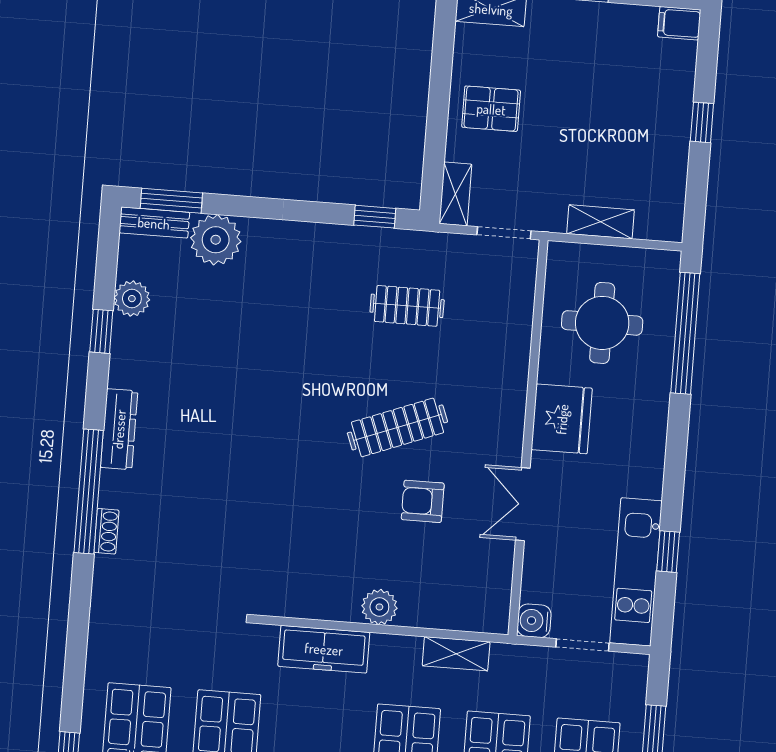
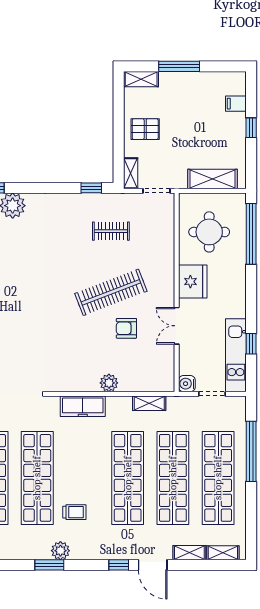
filing cabinet: (679, 23) -> (236, 104), moved
shelving: (601, 222) -> (213, 179), width x1.50, depth x1.33
clothes rail: (397, 427) -> (111, 292), width x1.37, depth x1.31

